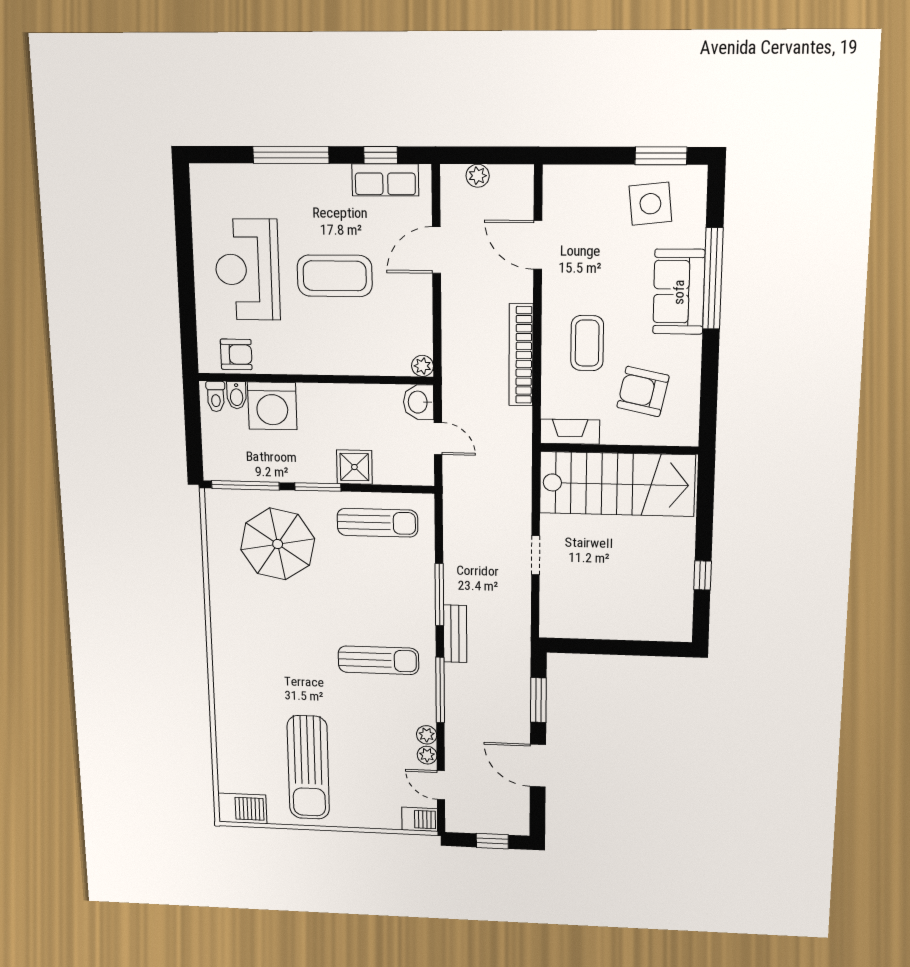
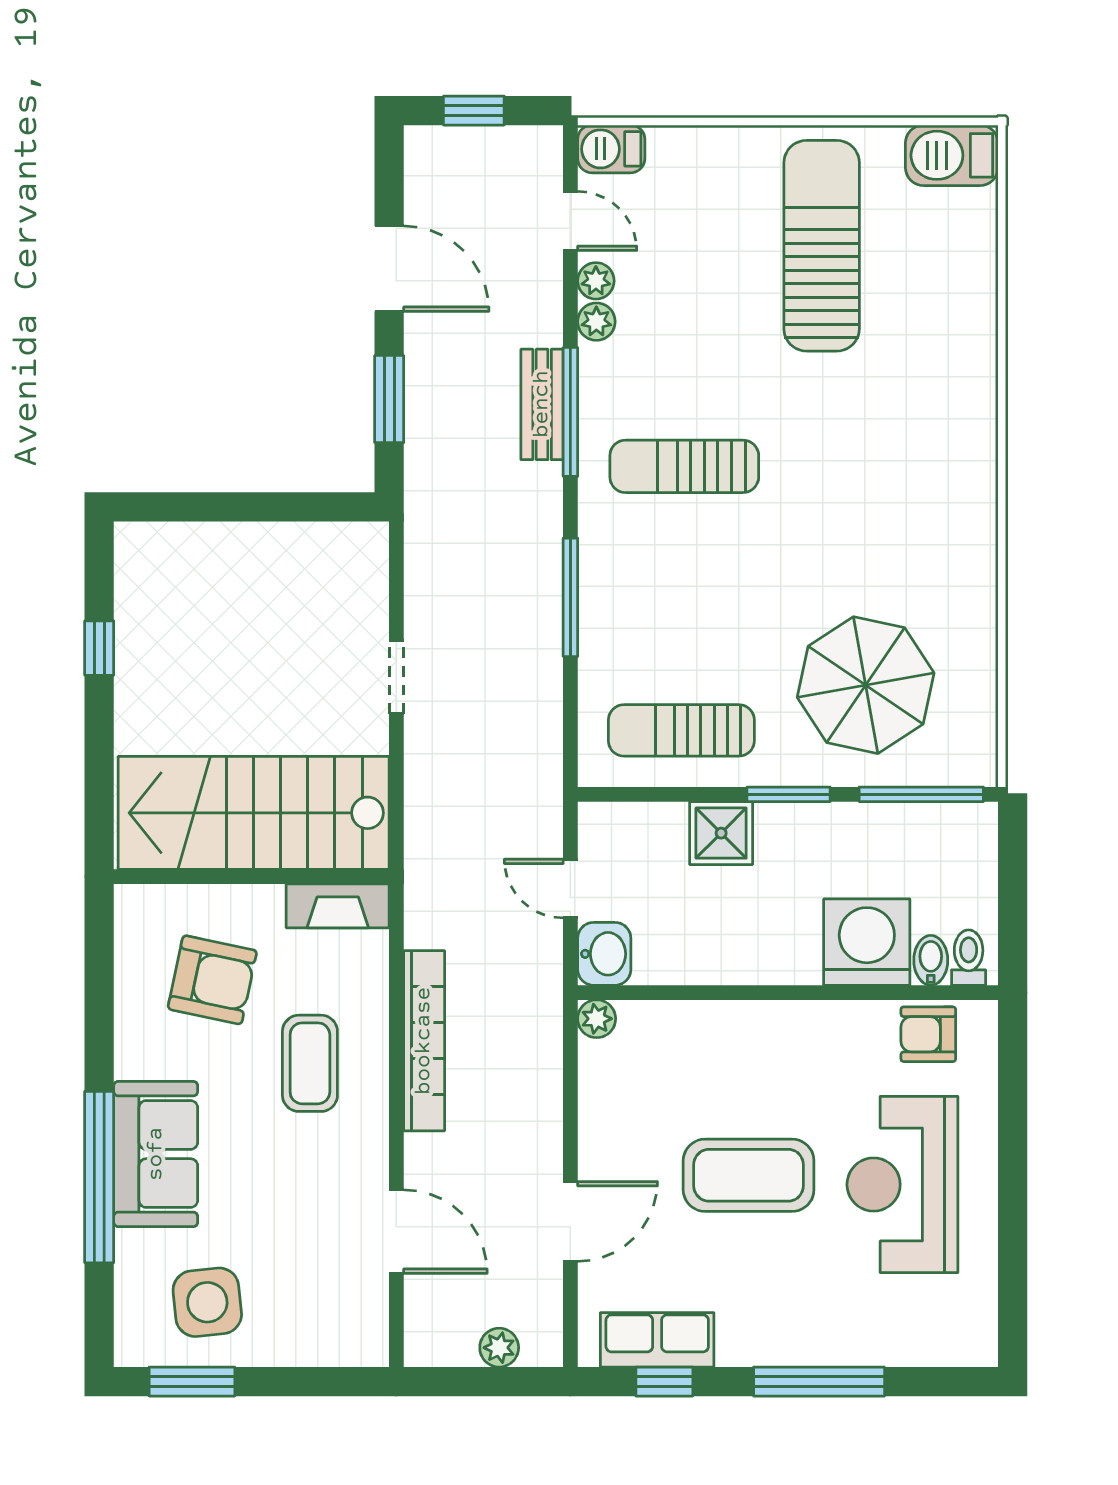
reception desk: (247, 270) -> (902, 1185), turned 180
bench: (455, 634) -> (542, 404), moved

